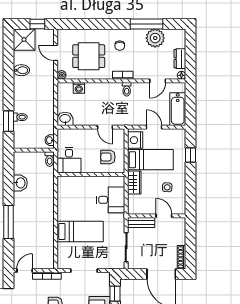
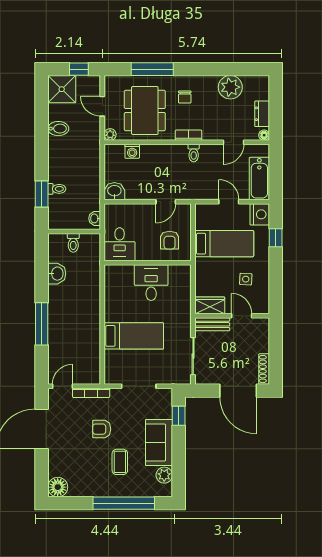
window: (146, 24) -> (152, 69), moved
dining table: (89, 56) -> (145, 111), width x1.38
door: (105, 127) -> (166, 202), hinge flipped
nightstand: (135, 140) -> (260, 214), moved, turned 180
armchair: (108, 157) -> (170, 240), turned -90
toilet: (50, 159) -> (73, 243), moved
wardrobe: (134, 182) -> (210, 305), moved, turned -90
desk: (111, 200) -> (151, 283), moved, turned -90

